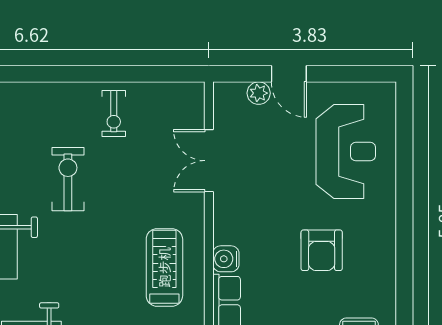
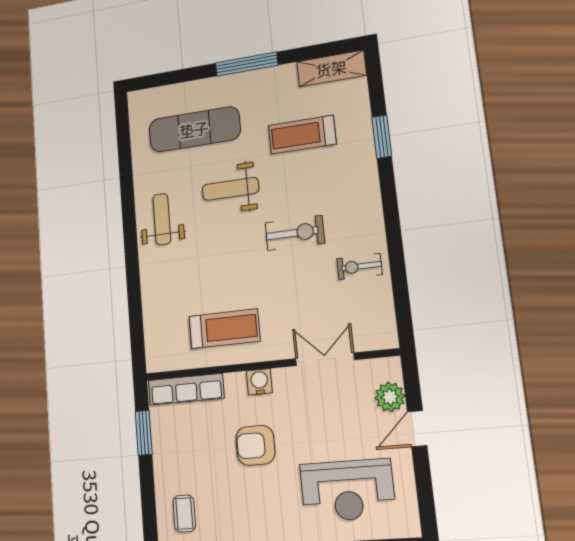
plant: (259, 93) -> (390, 397), width x1.38, depth x1.38
armchair: (322, 250) -> (255, 445), moved
water cooler: (226, 259) -> (259, 382), moved

